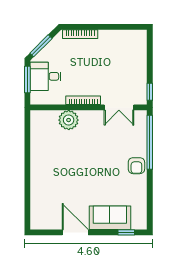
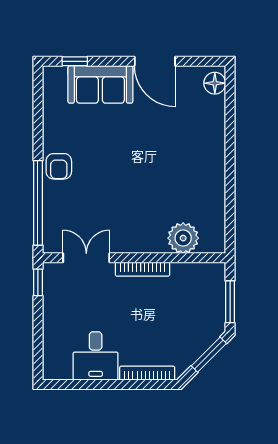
desk: (46, 76) -> (96, 356), moved, turned 90
plant: (69, 120) -> (183, 238), moved
armchair: (136, 166) -> (59, 166), turned 180
floor lamp: (37, 219) -> (215, 83), added

